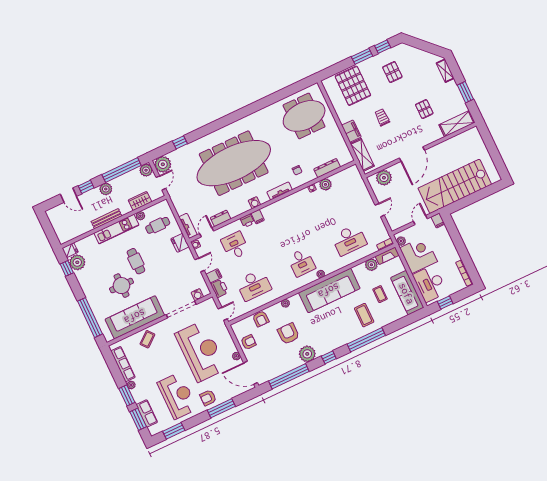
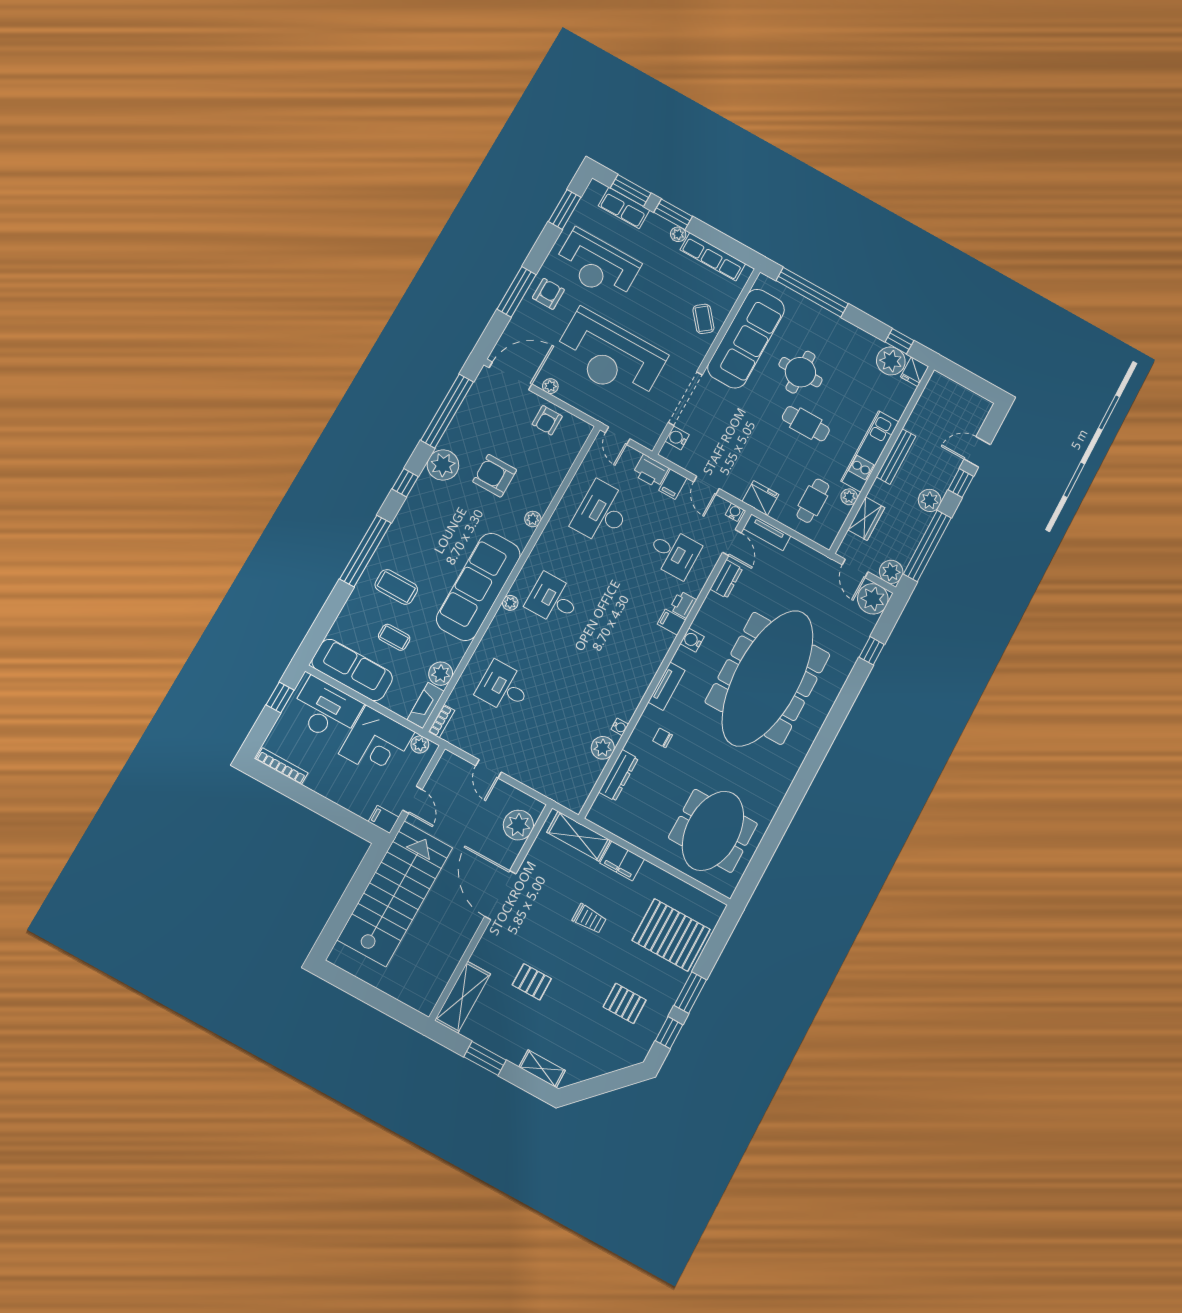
desk: (349, 240) -> (504, 688), width x0.73
armchair: (261, 319) -> (554, 469), removed
armchair: (288, 334) -> (495, 476), turned 180

